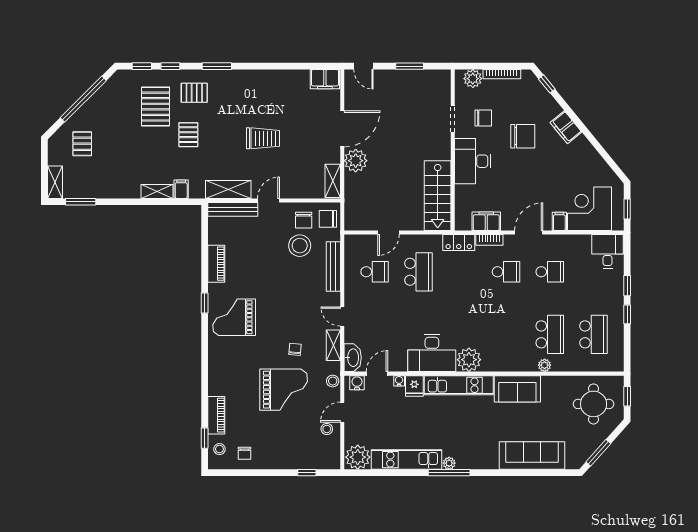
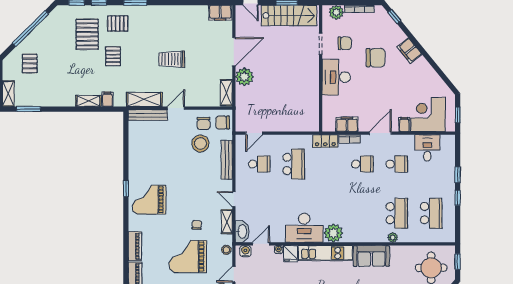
trolley: (263, 138) -> (172, 59), turned 180
stairs: (438, 196) -> (289, 15), moved, turned -90
door: (388, 233) -> (254, 133), moved
desk: (608, 251) -> (427, 148), moved
piano: (216, 264) -> (135, 246), moved
grand piano: (284, 390) -> (188, 257), turned 180

